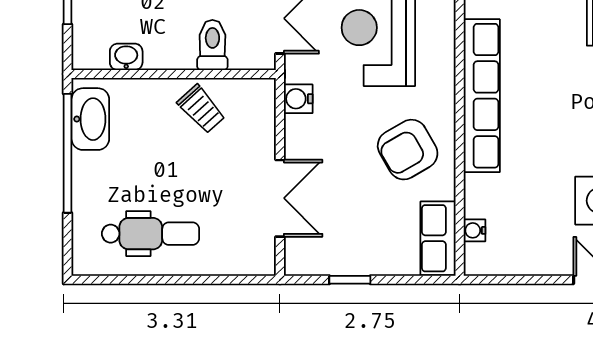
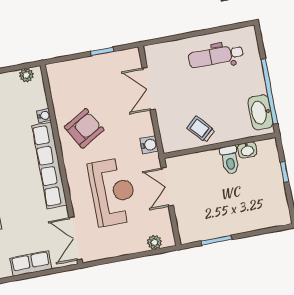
toilet: (212, 45) -> (230, 160), moved
water cooler: (474, 230) -> (44, 116), moved
row of seats: (438, 238) -> (58, 83), removed
plant: (492, 263) -> (26, 75), added

